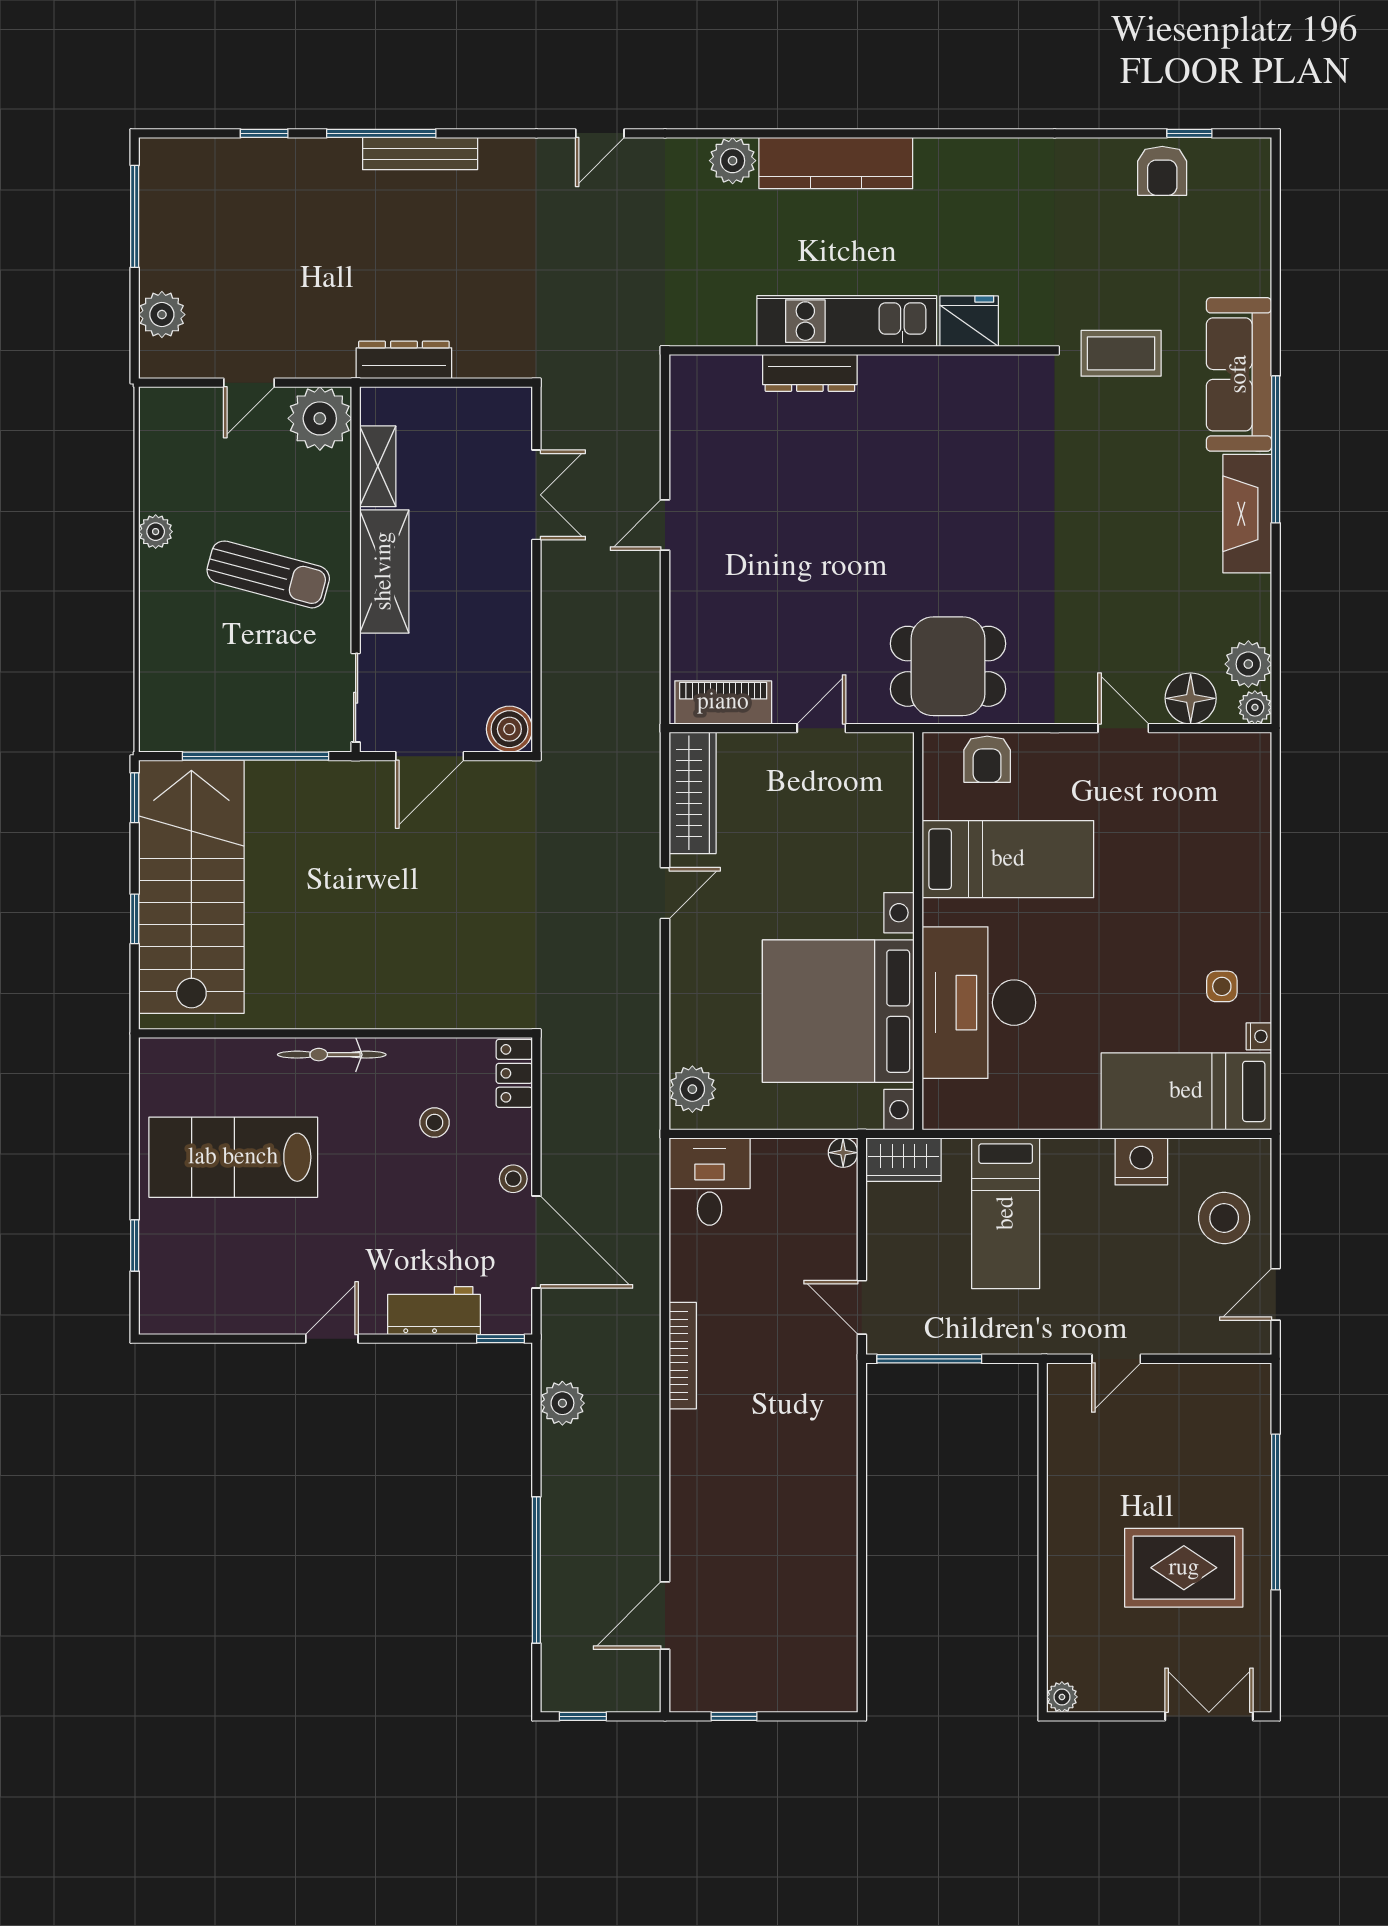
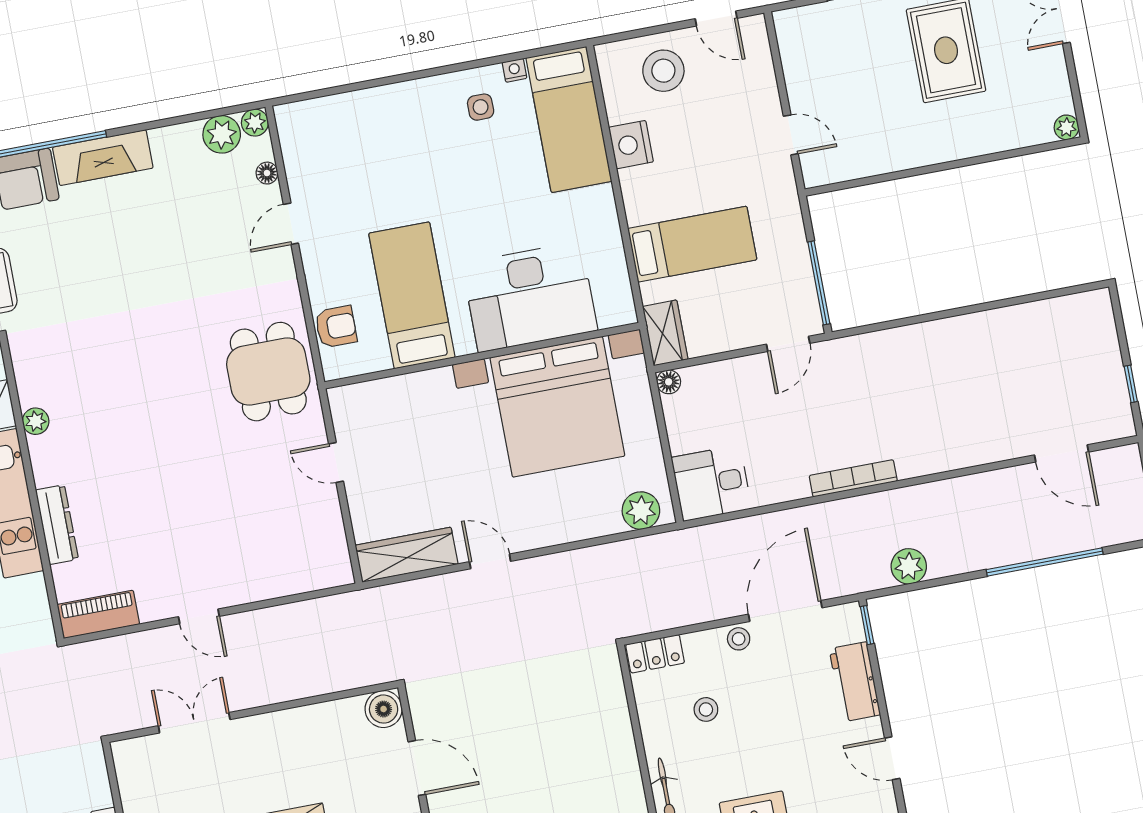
plant: (941, 371) -> (36, 421), added
floor lamp: (1191, 698) -> (267, 173), width x0.53, depth x0.53
piano: (723, 702) -> (98, 614), moved, turned 90

